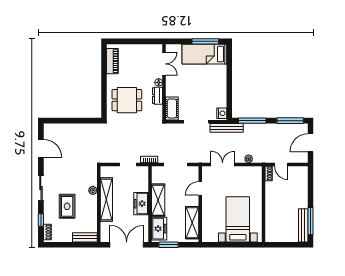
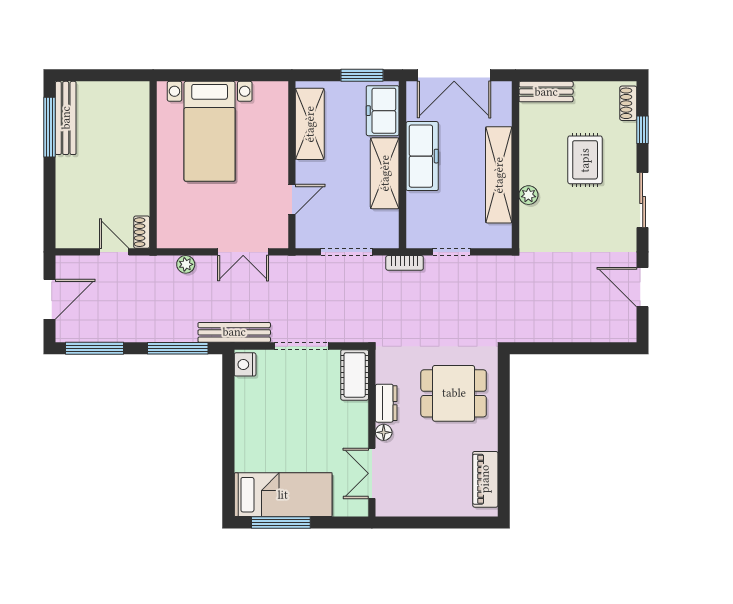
freezer: (141, 204) -> (422, 156), width x1.40

